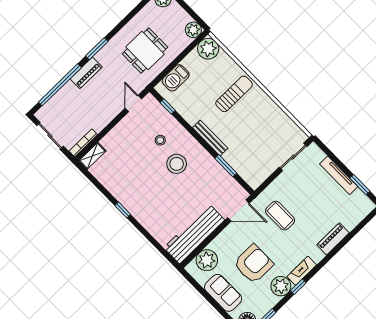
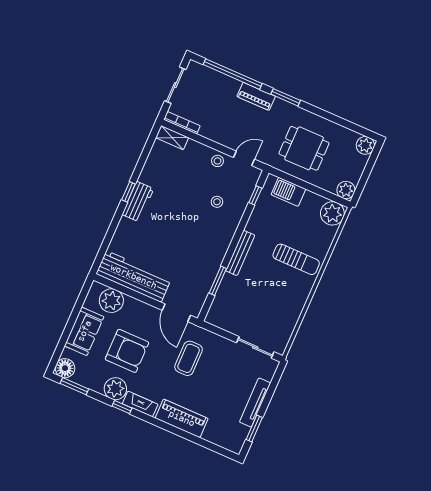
stool: (177, 164) -> (217, 161), moved, width x0.53, depth x0.53
workbench: (134, 205) -> (138, 202), added
piano: (333, 239) -> (182, 418), width x1.37, depth x1.33

